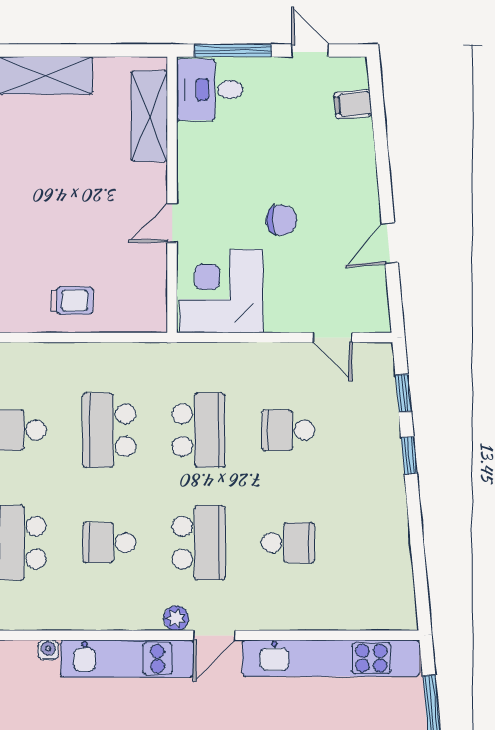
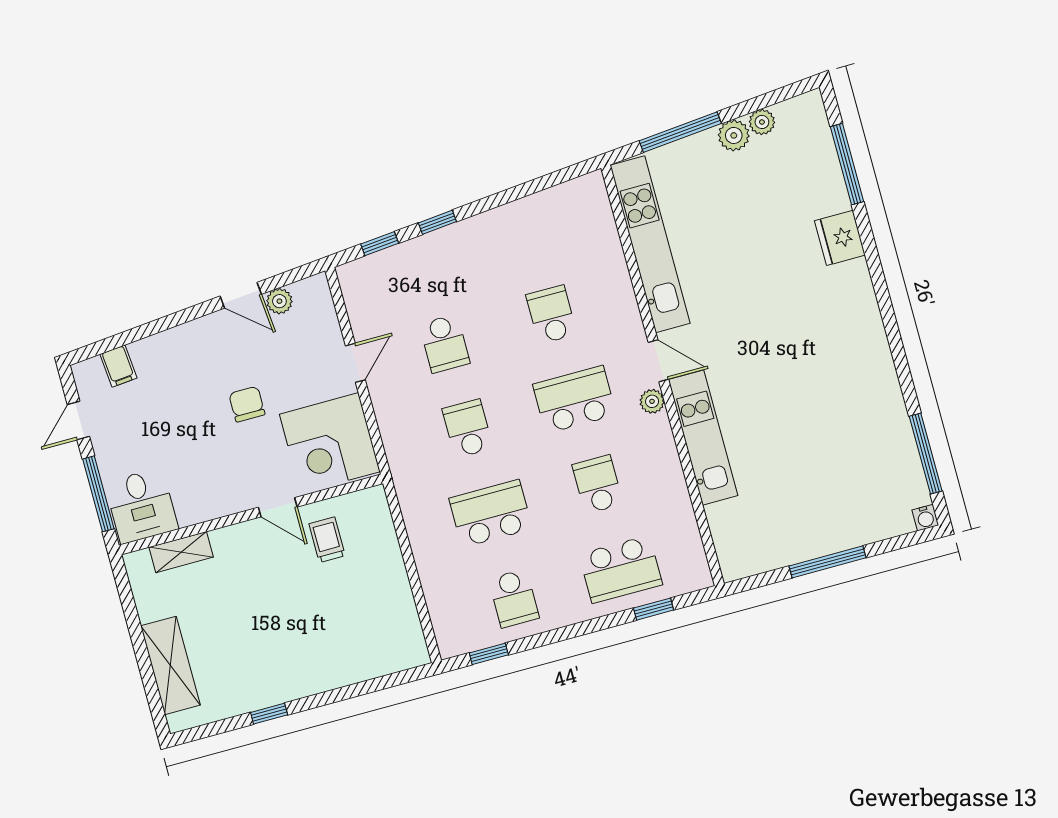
shelving: (149, 116) -> (181, 552), width x0.67, depth x0.75
plant: (374, 279) -> (279, 301), added
trolley: (72, 301) -> (327, 540), moved
door: (333, 337) -> (355, 363), moved
school desk: (109, 430) -> (491, 513), turned 180
school desk: (199, 430) -> (468, 429), width x0.54
school desk: (109, 543) -> (598, 484), turned 180
water cooler: (48, 650) -> (715, 515), removed

